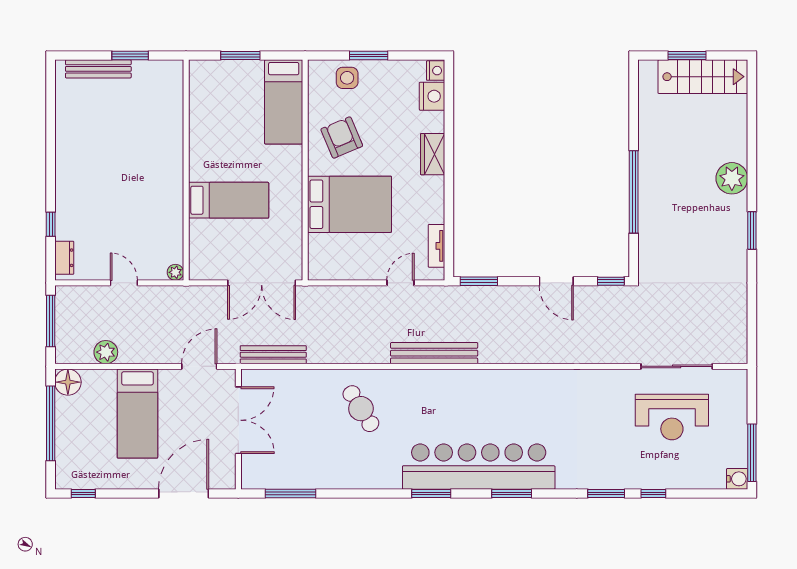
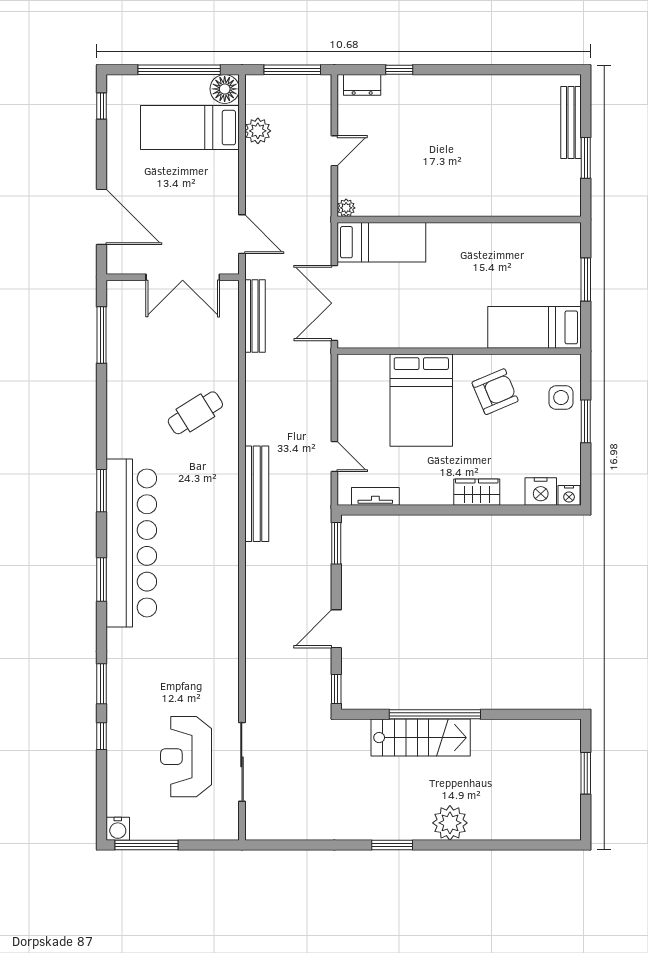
stairs: (703, 77) -> (421, 738), moved, turned -90
bed: (229, 200) -> (381, 242), moved, turned -90
bed: (137, 414) -> (190, 128), moved

